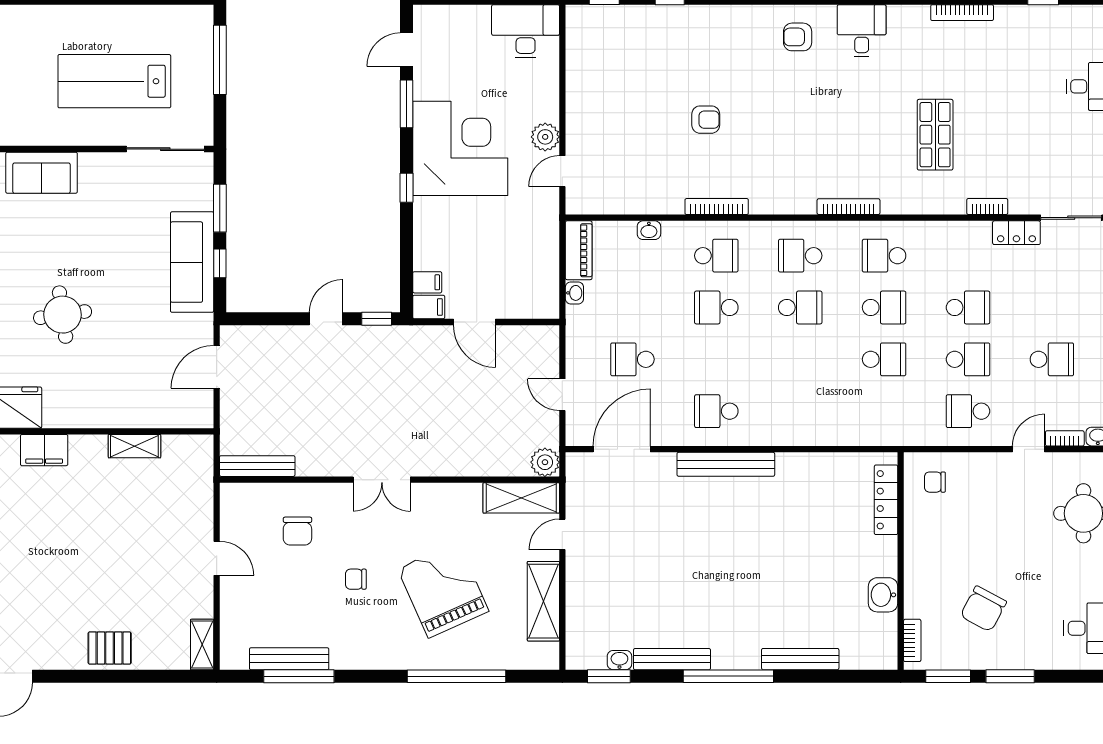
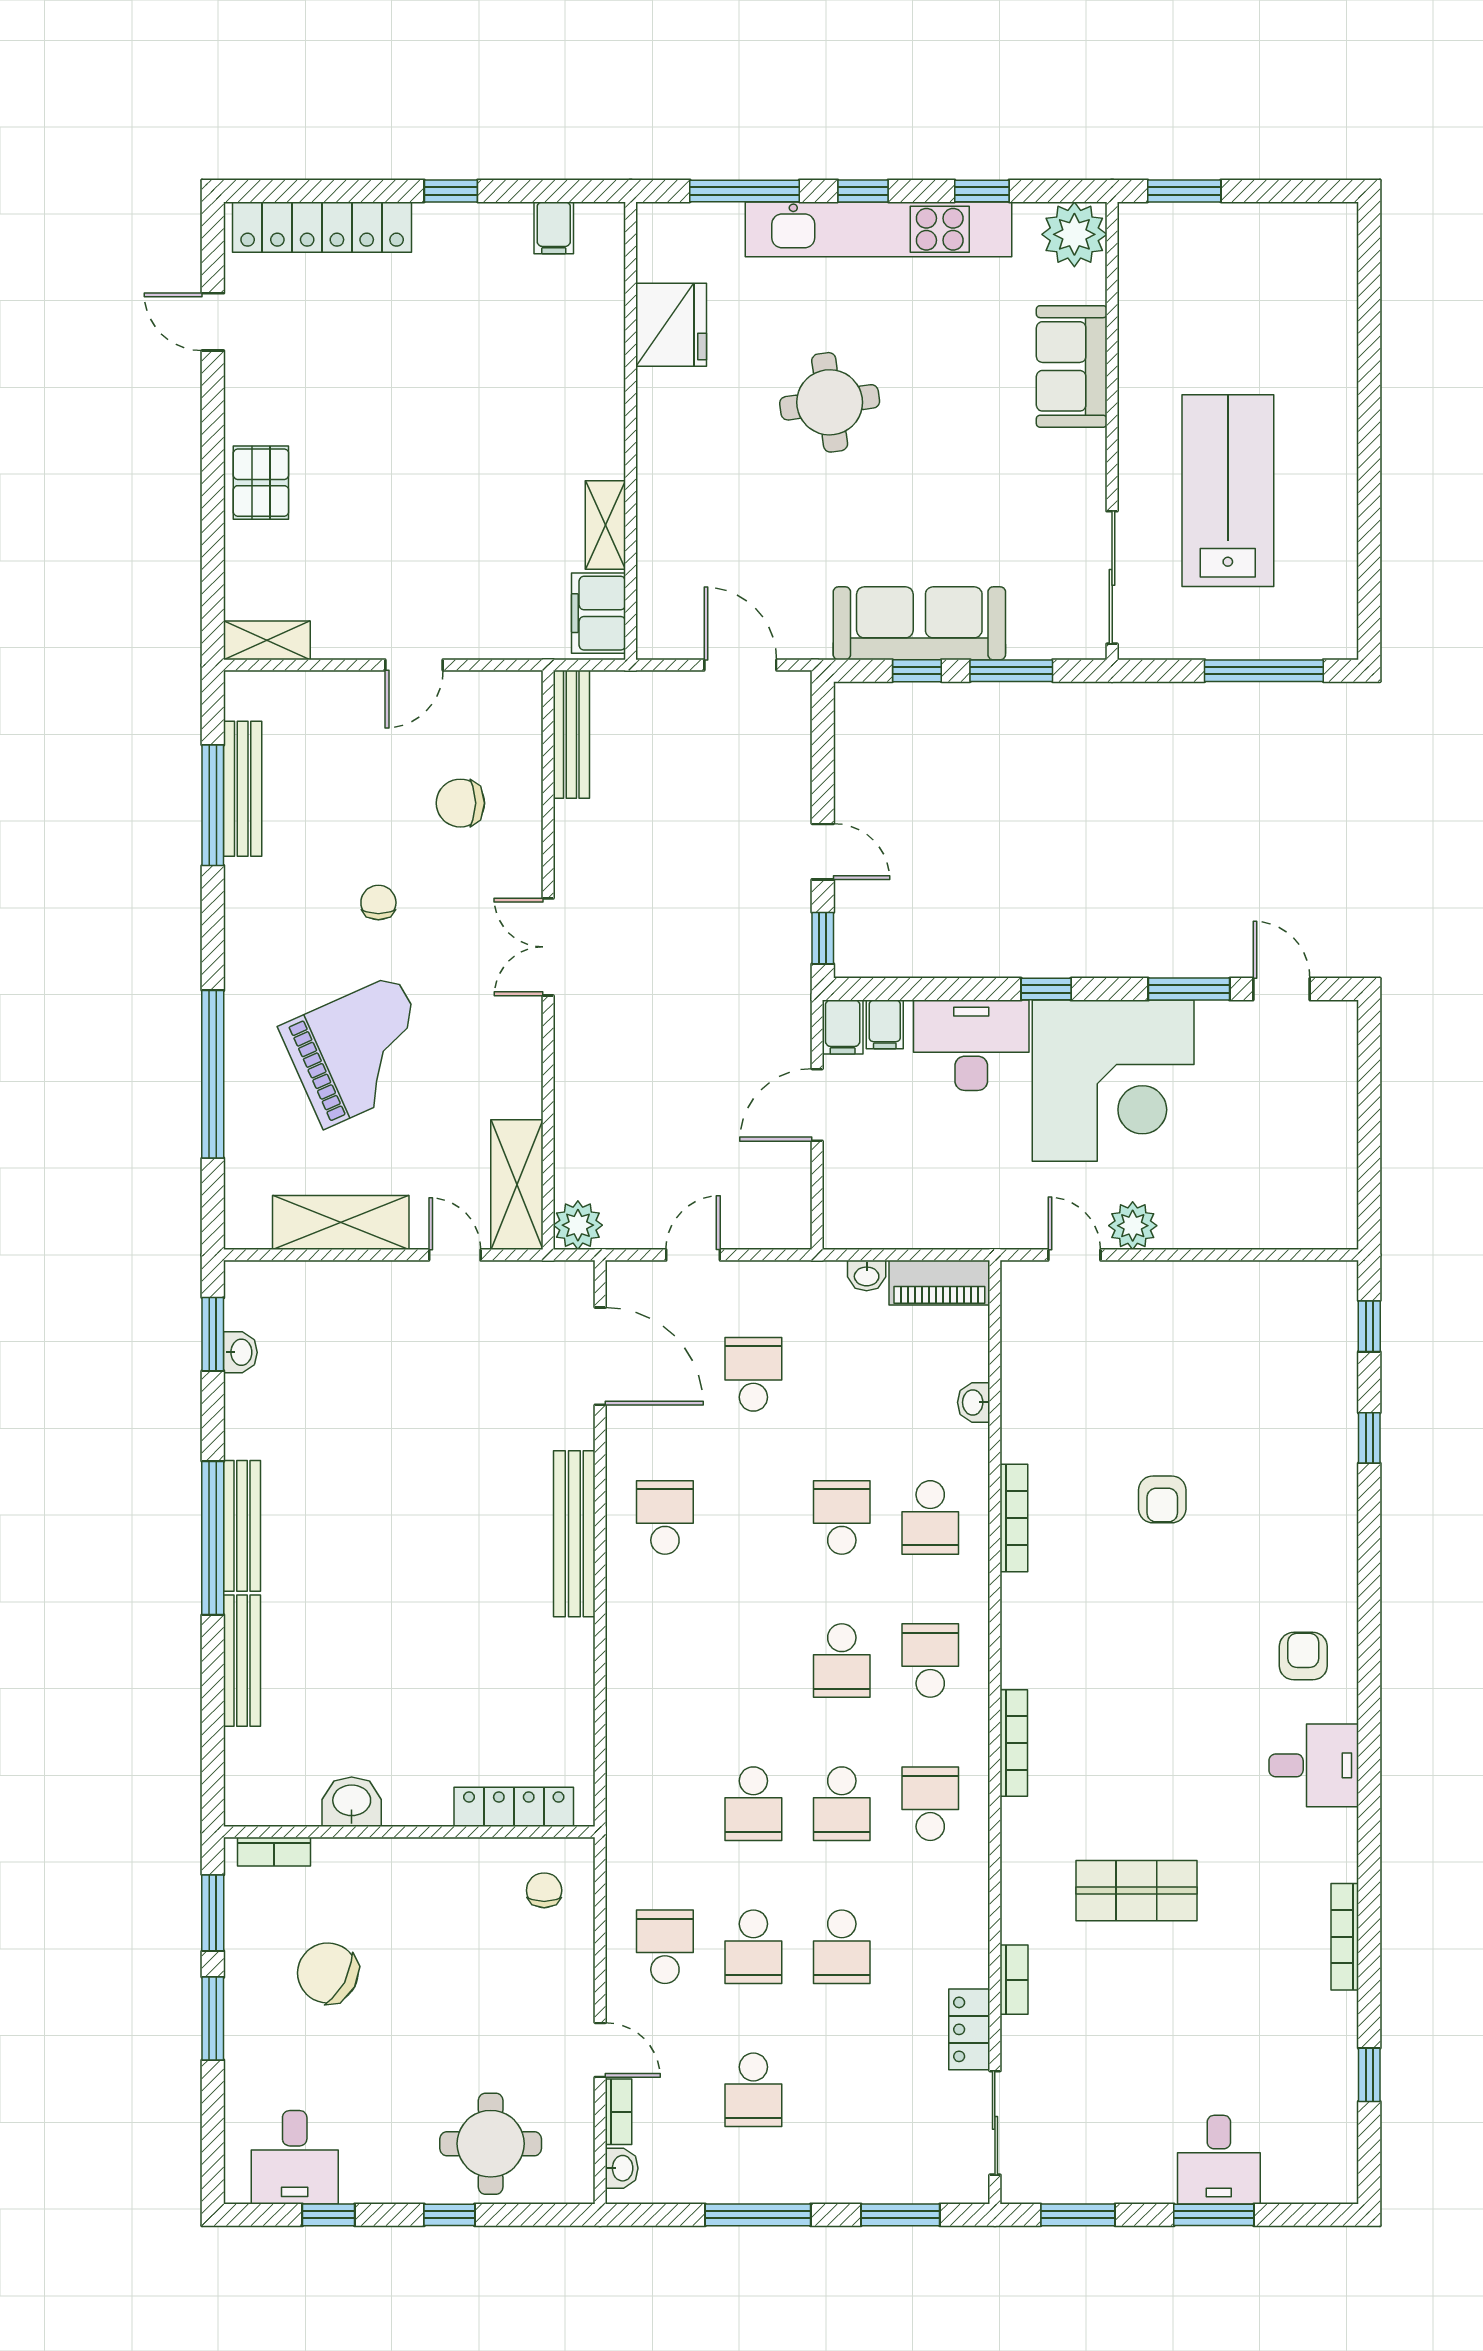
desk: (526, 31) -> (971, 1045), moved, turned -90
filing cabinet: (44, 450) -> (599, 613), moved
bench: (672, 659) -> (242, 1526), moved

